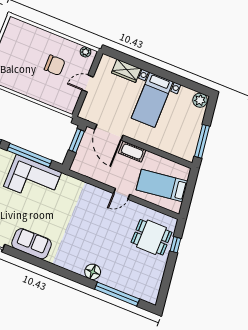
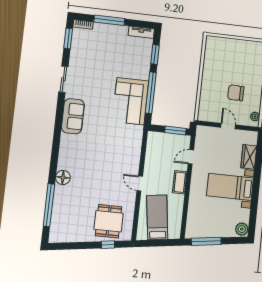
chair: (55, 65) -> (236, 93), turned 91
door: (109, 132) -> (191, 157), width x0.53

